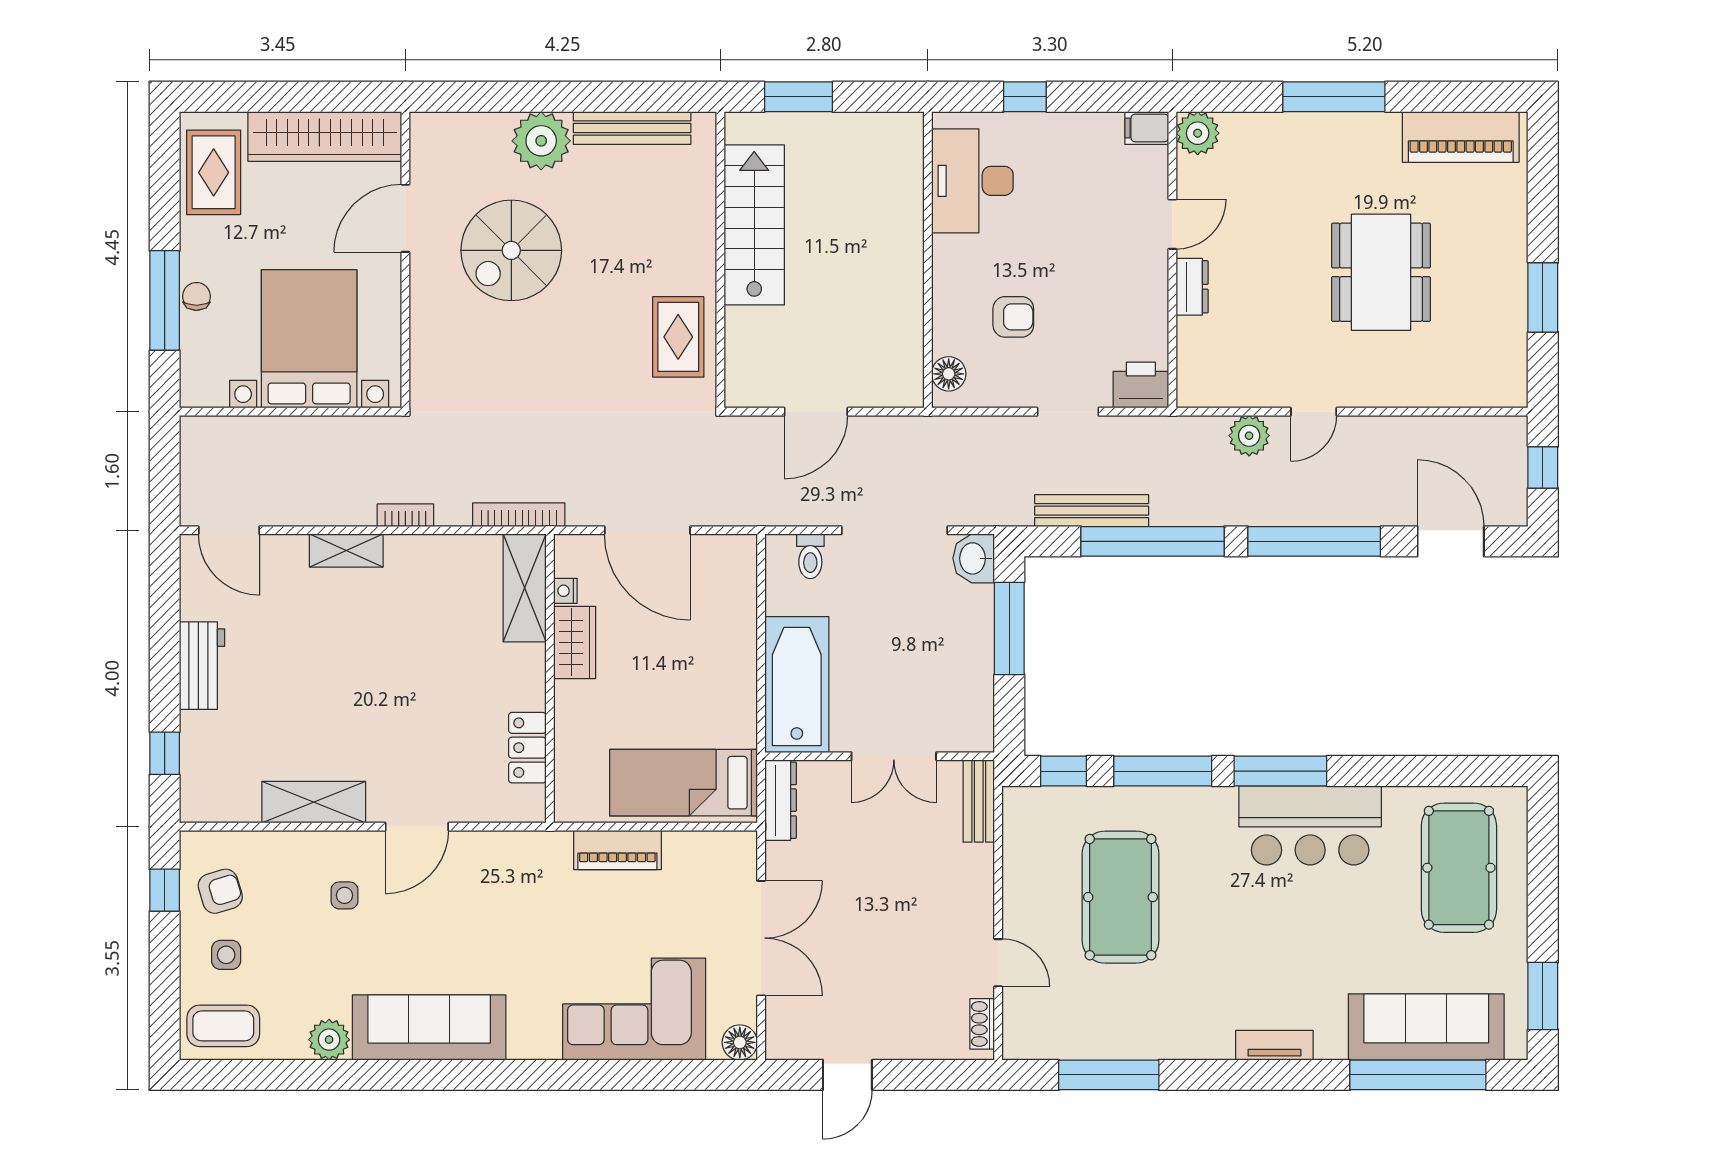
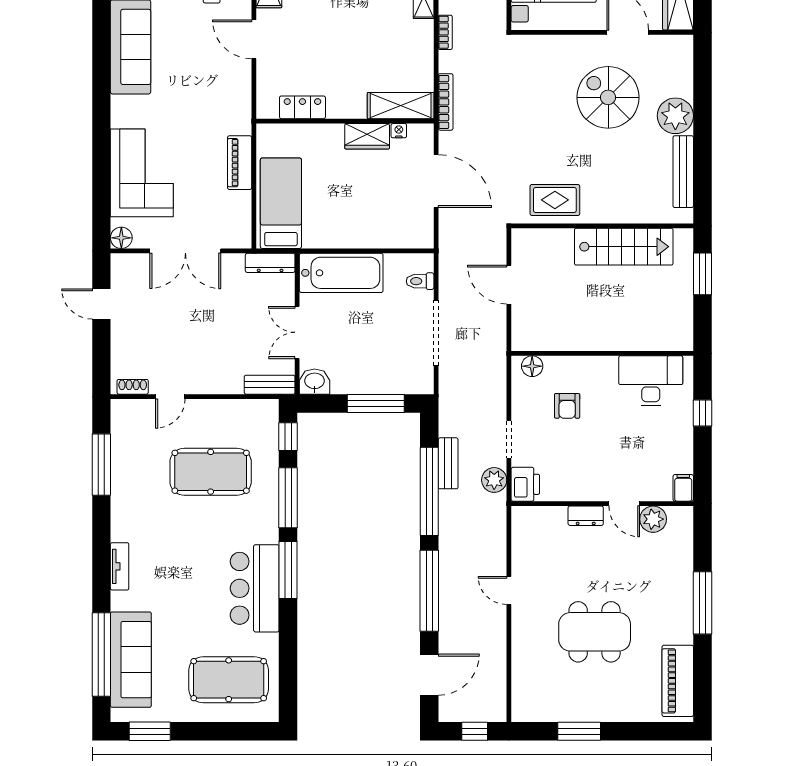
plant: (1198, 133) -> (653, 519), moved
plant: (1249, 436) -> (494, 480), moved
bench: (1092, 511) -> (448, 463), width x0.73
door: (647, 530) -> (436, 181), swing flipped
washbasin: (974, 558) -> (315, 382), moved

